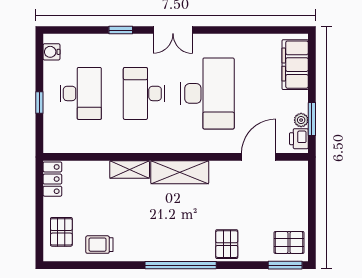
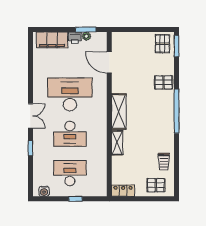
printer: (299, 139) -> (75, 38), moved

